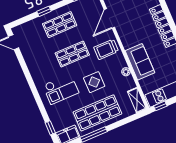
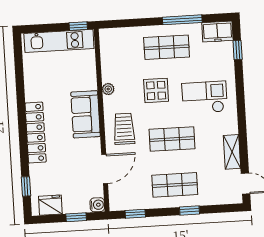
trolley: (106, 49) -> (124, 129), turned -90
sofa: (140, 62) -> (86, 114), moved
shelving: (137, 100) -> (232, 152), moved
shop shelf: (97, 113) -> (167, 47), width x0.70, depth x0.74

